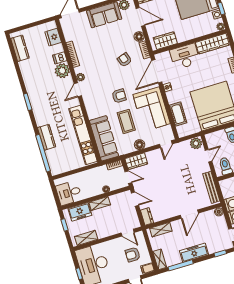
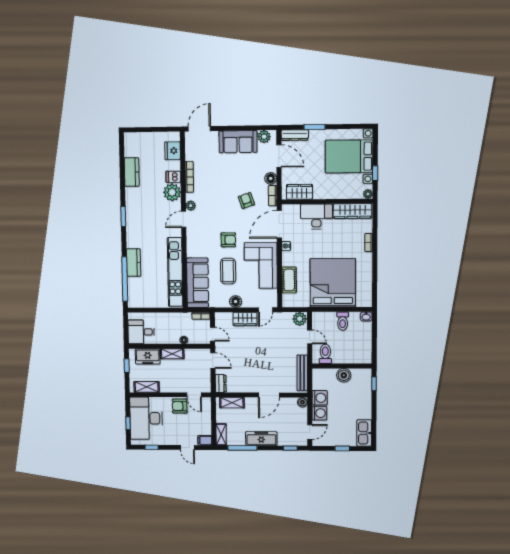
kitchen counter: (20, 48) -> (132, 172), moved
door: (208, 156) -> (310, 337), hinge flipped
wardrobe: (136, 161) -> (245, 319), moved
armchair: (133, 255) -> (180, 406), moved

